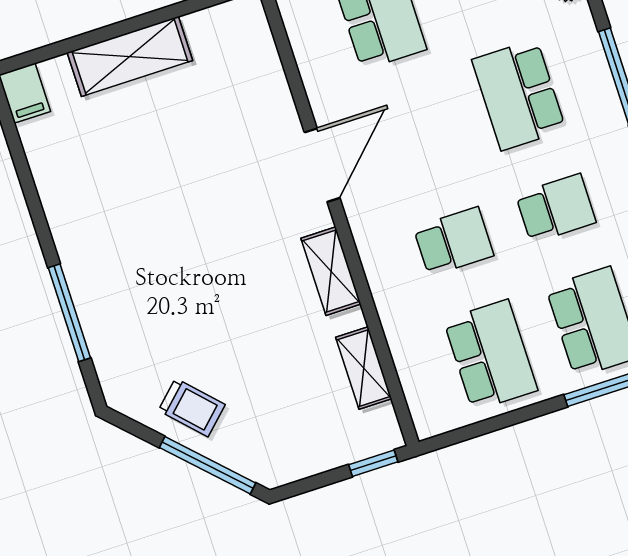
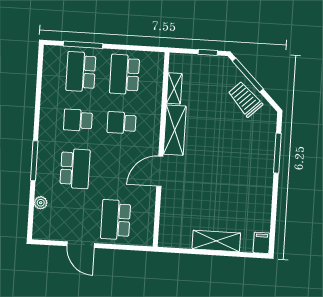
shelving: (331, 271) -> (175, 130), width x1.50, depth x1.33
trolley: (192, 407) -> (245, 99), width x1.36, depth x1.39
window: (373, 463) -> (208, 52), moved

